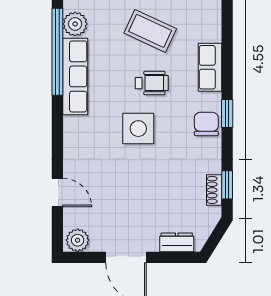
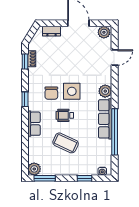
plant: (75, 24) -> (105, 91), moved
chair: (206, 124) -> (51, 93), moved
door: (57, 193) -> (115, 57), swing flipped

